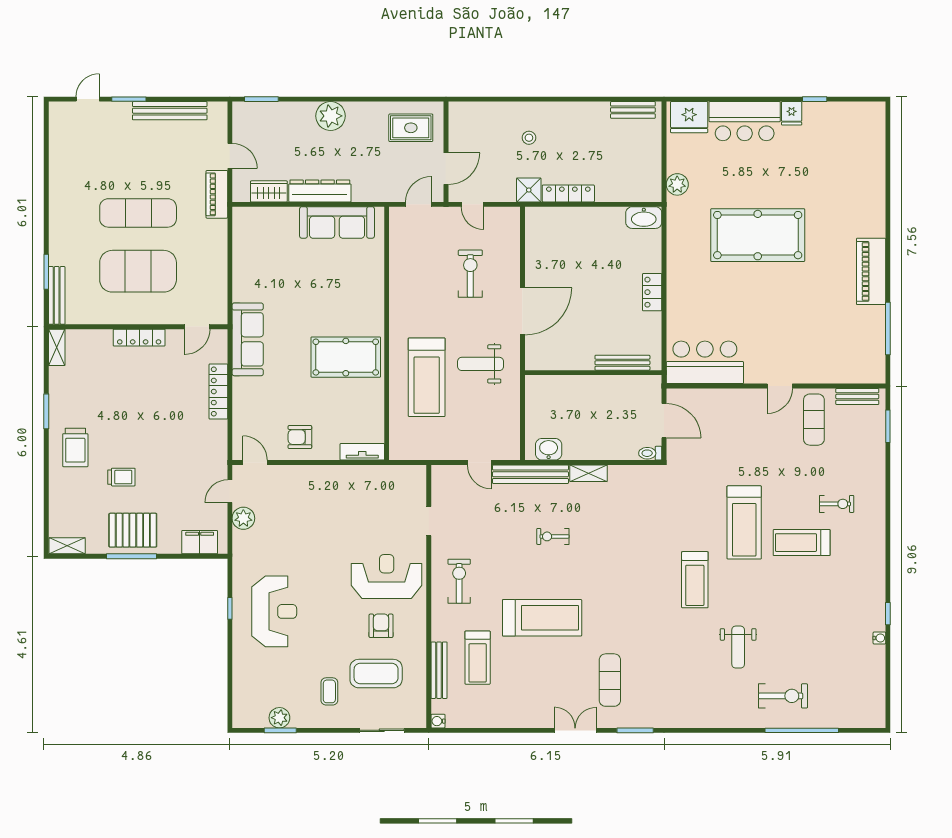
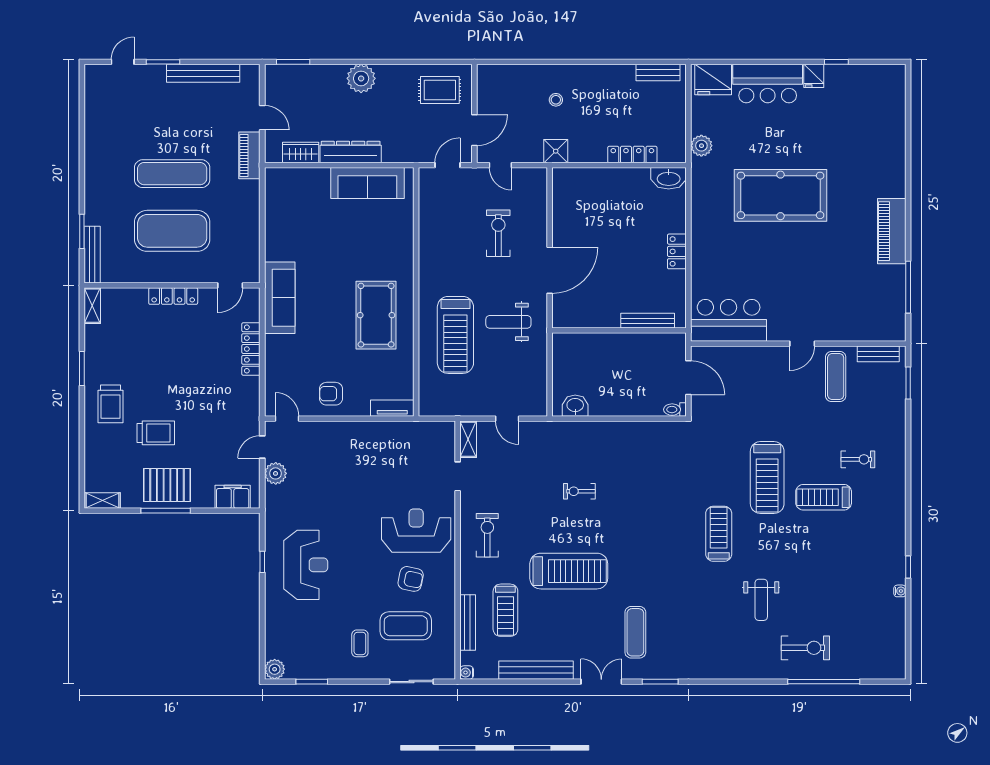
locker: (568, 193) -> (632, 155), moved
pool table: (346, 357) -> (376, 315), turned 90
shelving: (588, 473) -> (468, 439), moved, turned 90
bench: (530, 474) -> (536, 670), moved
trolley: (121, 477) -> (156, 433), width x1.36, depth x1.39
treadmill: (695, 580) -> (719, 534), turned 180
armchair: (381, 626) -> (411, 579), turned 102
plant: (279, 718) -> (275, 669), moved

